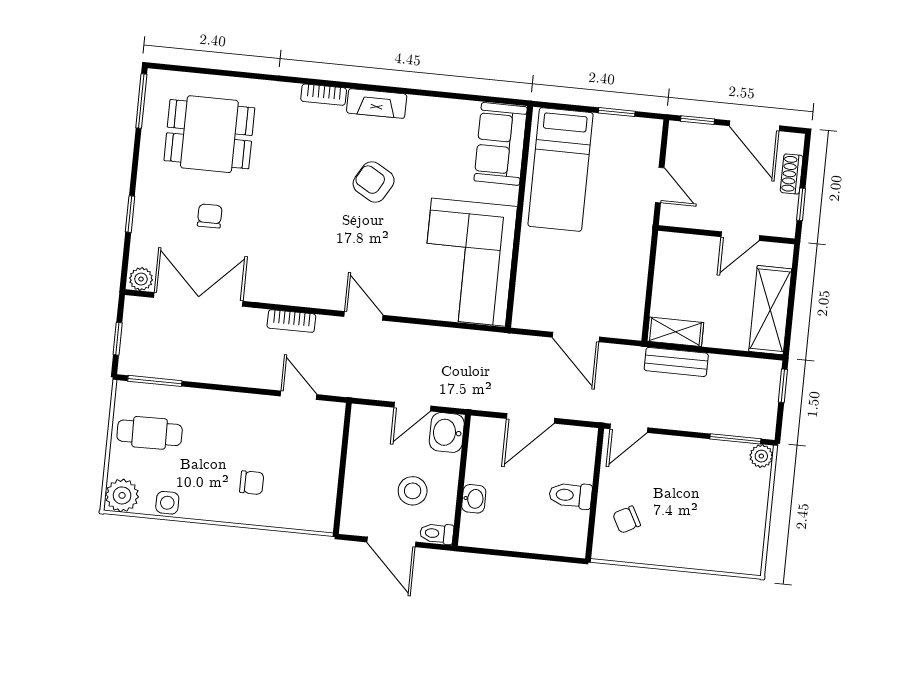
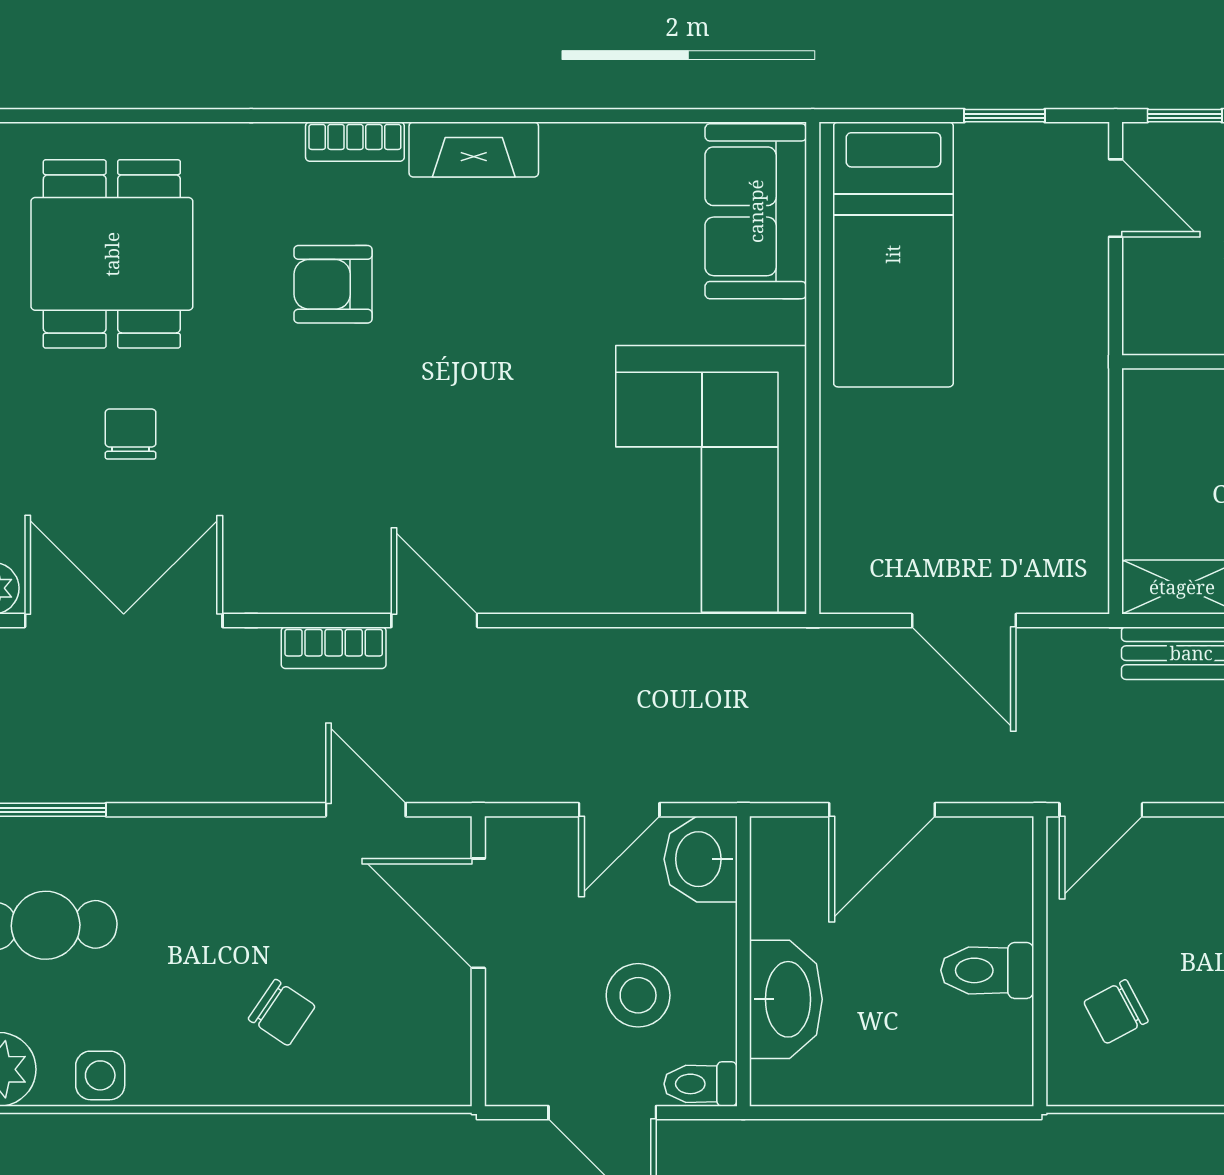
dining table: (209, 134) -> (112, 254), turned 90
armchair: (374, 182) -> (333, 284), moved, turned -30
door: (660, 185) -> (1116, 198), moved
door: (364, 316) -> (434, 620), moved
door: (344, 447) -> (478, 913), added
chair: (252, 483) -> (282, 1013), turned 34
washbasin: (474, 499) -> (786, 999), width x1.91, depth x1.45

